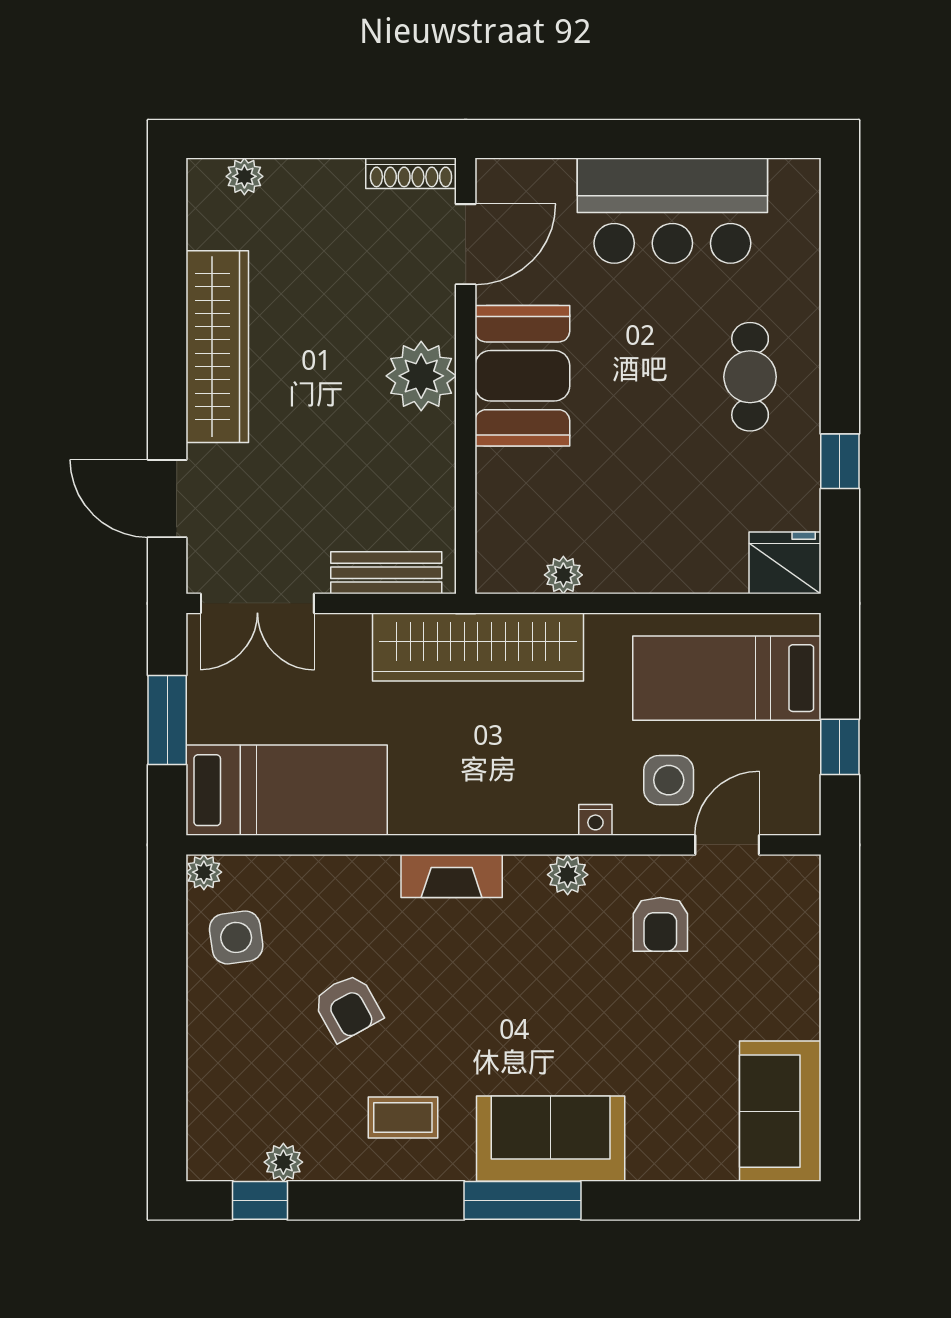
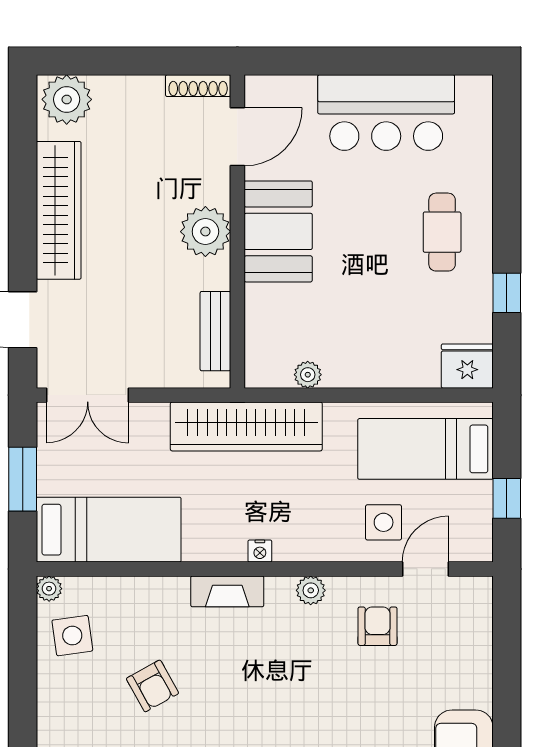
plant: (244, 176) -> (67, 99), width x1.87, depth x1.87
bench: (386, 573) -> (215, 331), moved, turned 90
nightstand: (595, 820) -> (260, 551), moved
armchair: (660, 924) -> (378, 626), turned 180

